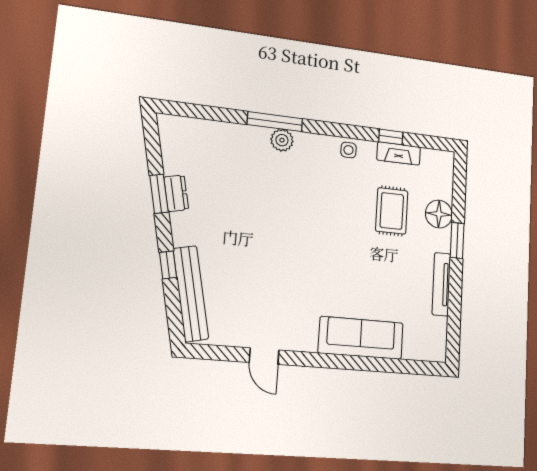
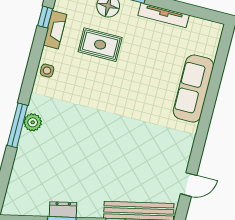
window: (391, 137) -> (45, 17), moved
door: (264, 356) -> (189, 185), moved

